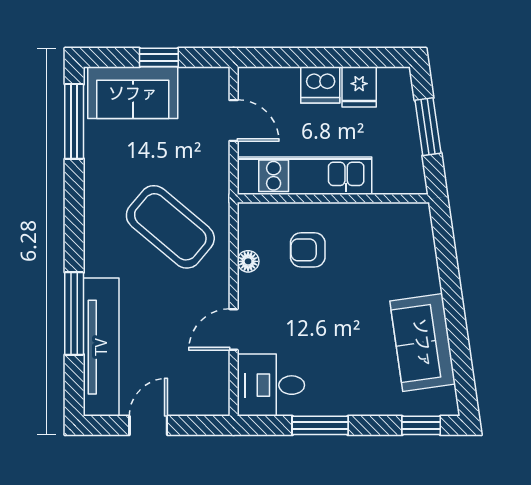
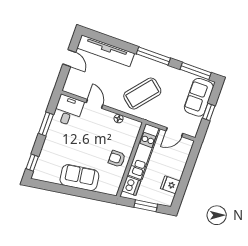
dishwasher: (320, 85) -> (131, 186), moved, turned 180
armchair: (308, 250) -> (117, 159), moved, turned -90
window: (74, 313) -> (153, 56), moved
sofa: (423, 343) -> (79, 178), moved

